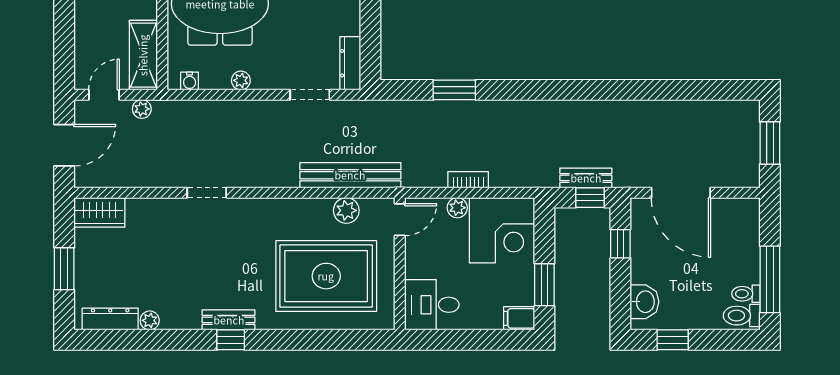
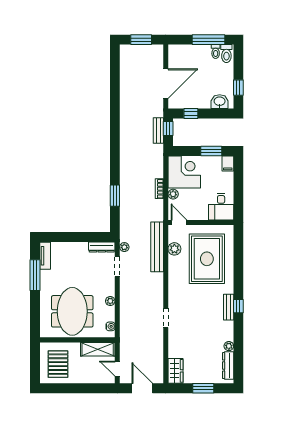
plant: (142, 109) -> (124, 247), moved

